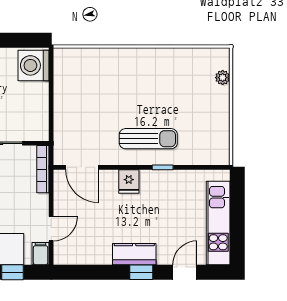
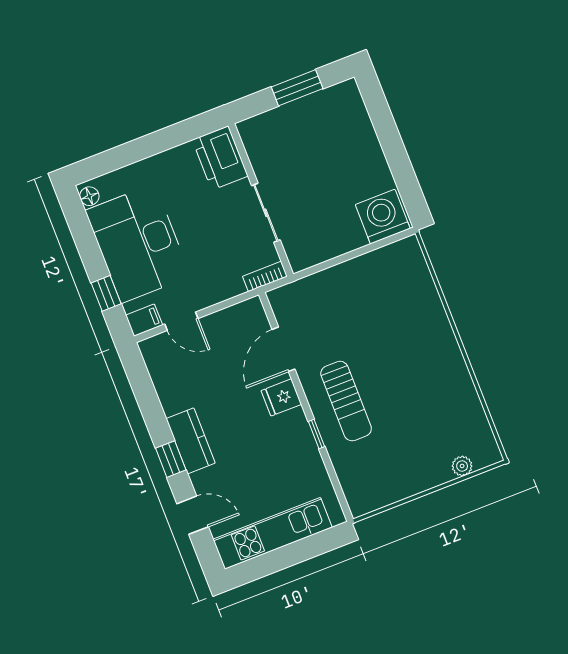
door: (82, 167) -> (283, 349), moved
bookcase: (43, 169) -> (265, 276), width x0.64

